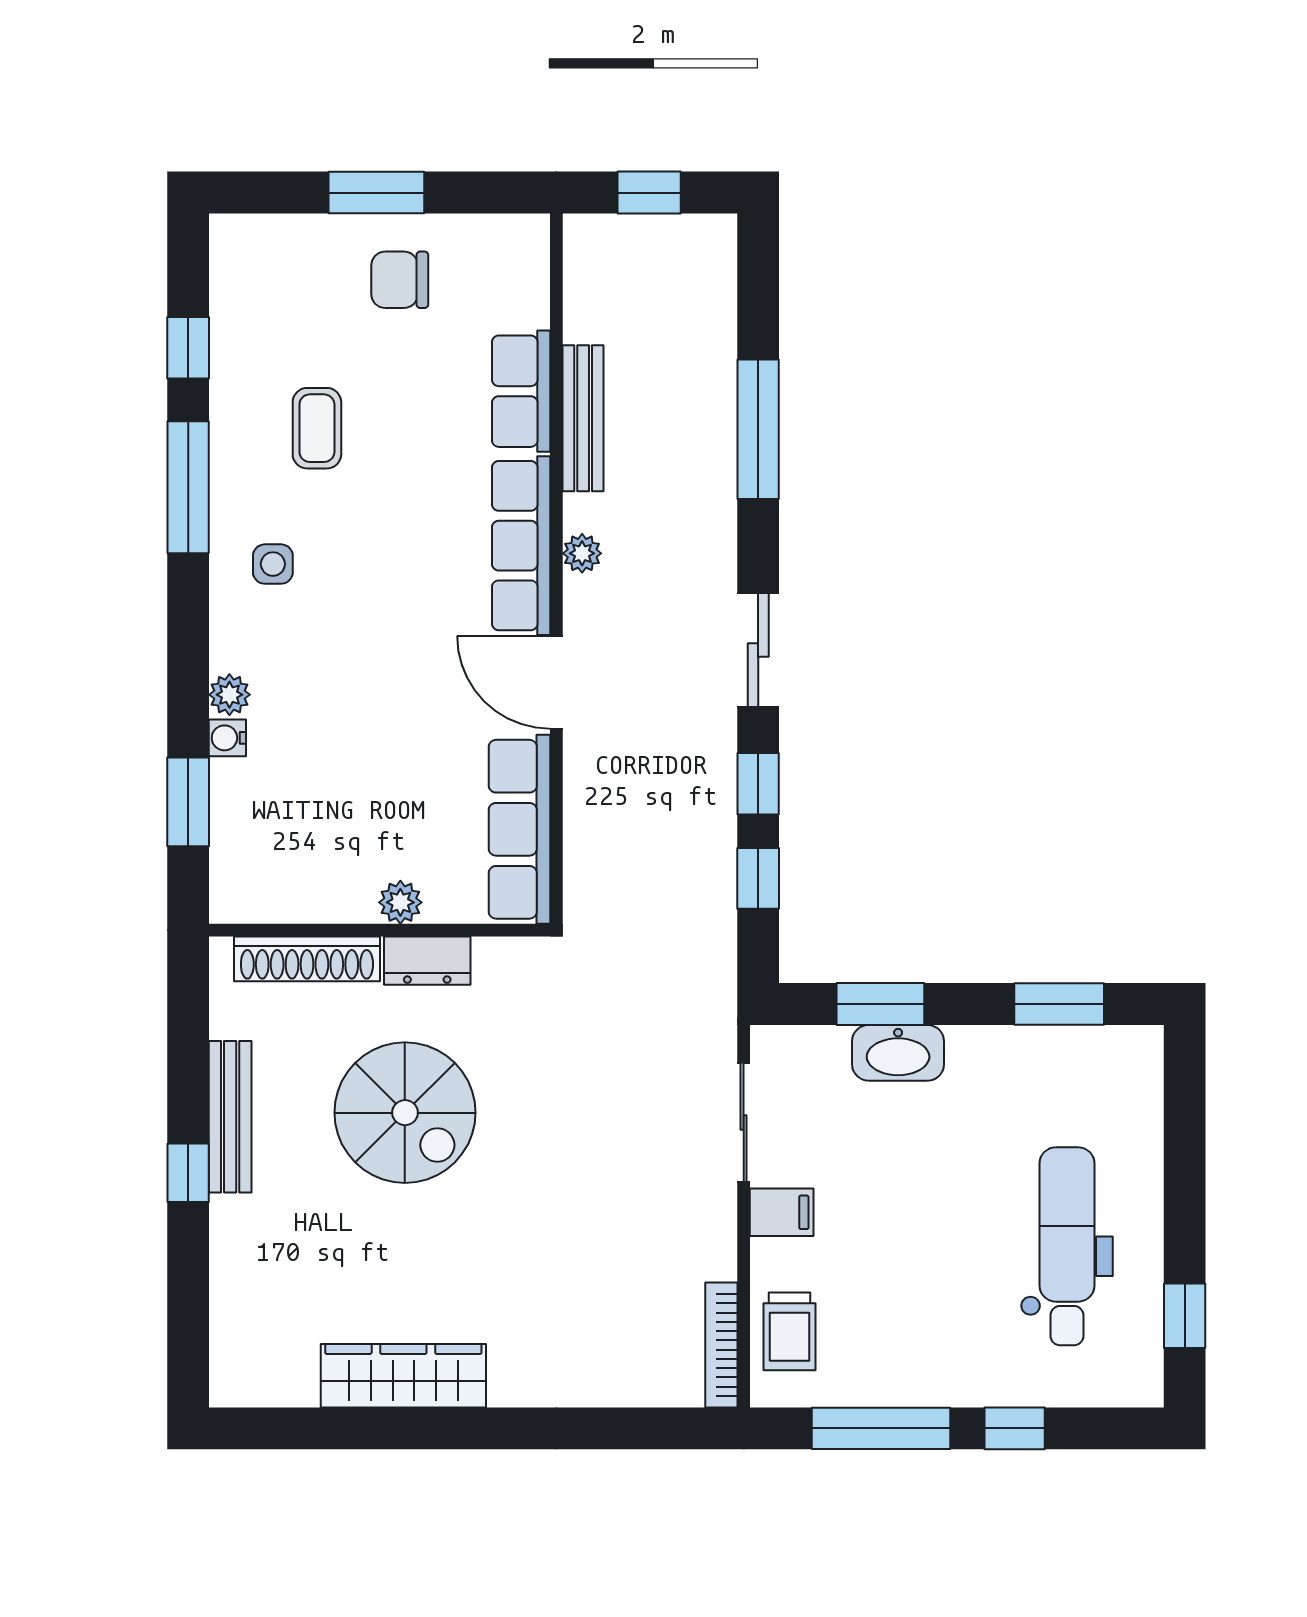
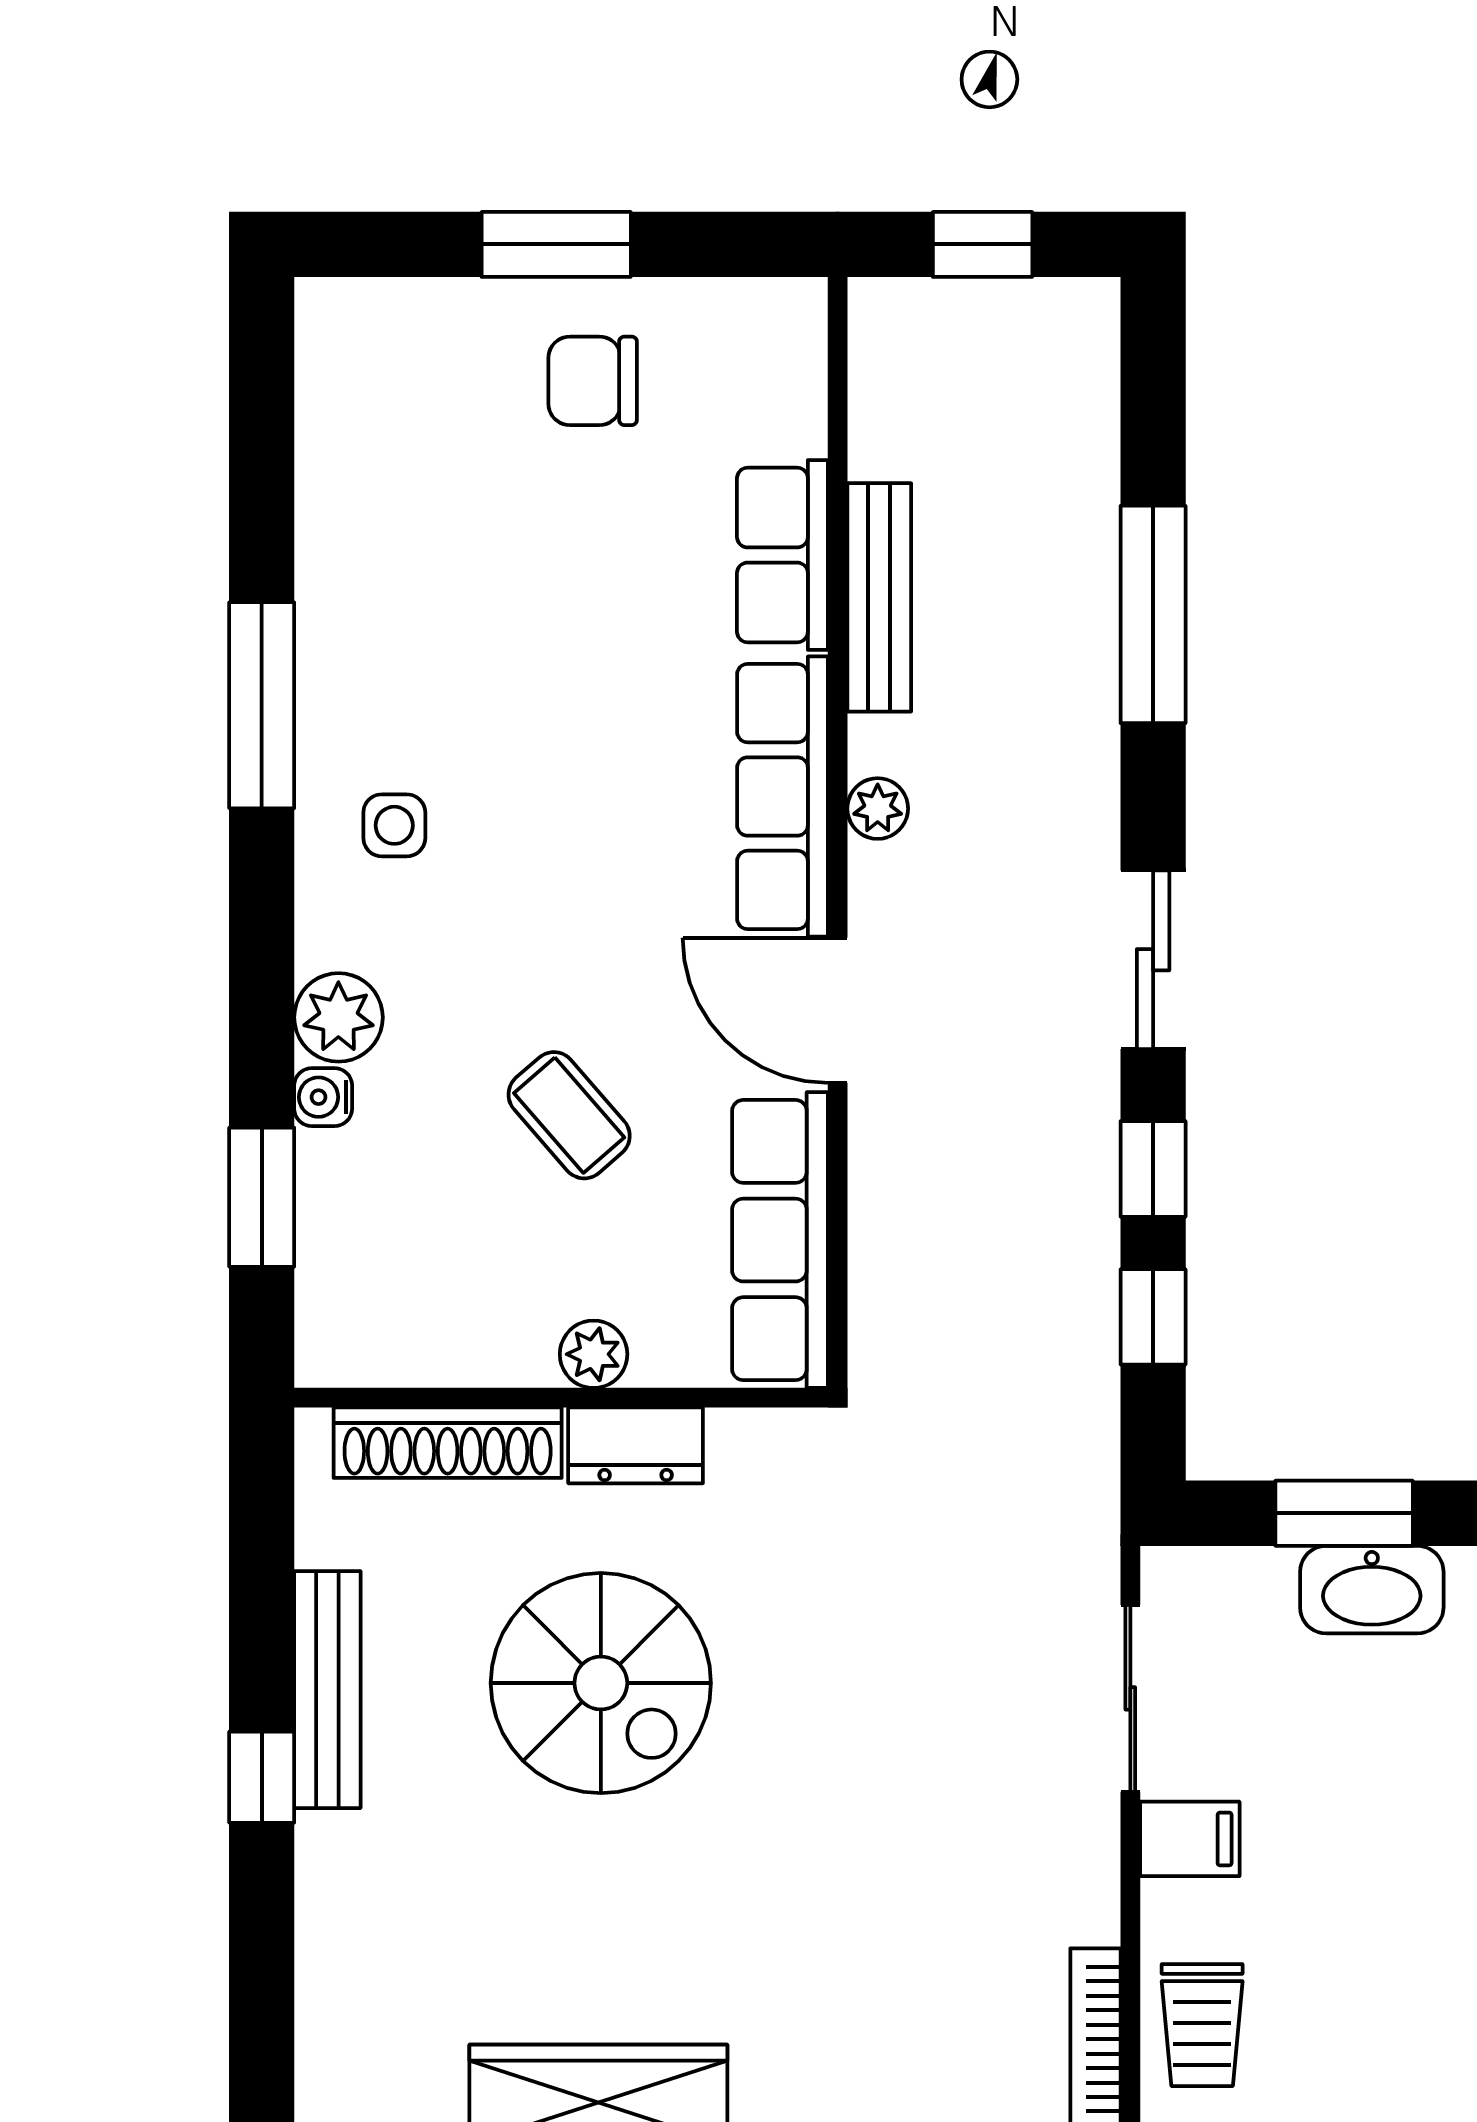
window: (188, 348) -> (262, 487), removed
coffee table: (317, 428) -> (569, 1115), moved, turned -41
plant: (229, 695) -> (338, 1017), width x1.38, depth x1.38

